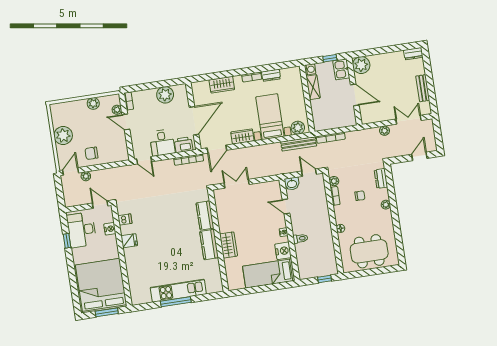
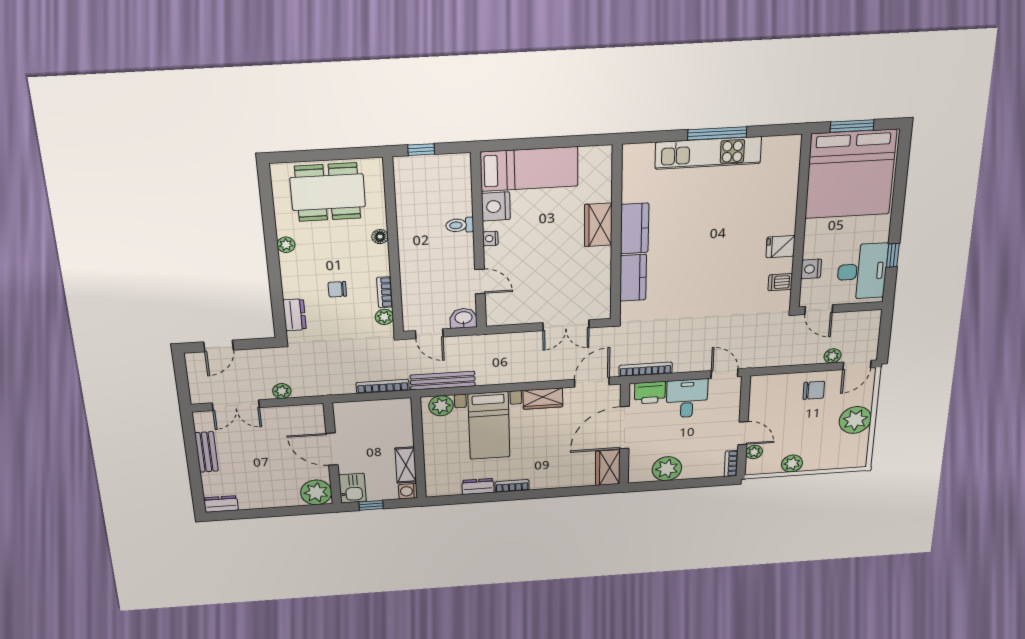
wardrobe: (222, 85) -> (608, 468), moved, turned -90
plant: (386, 205) -> (286, 245), moved

